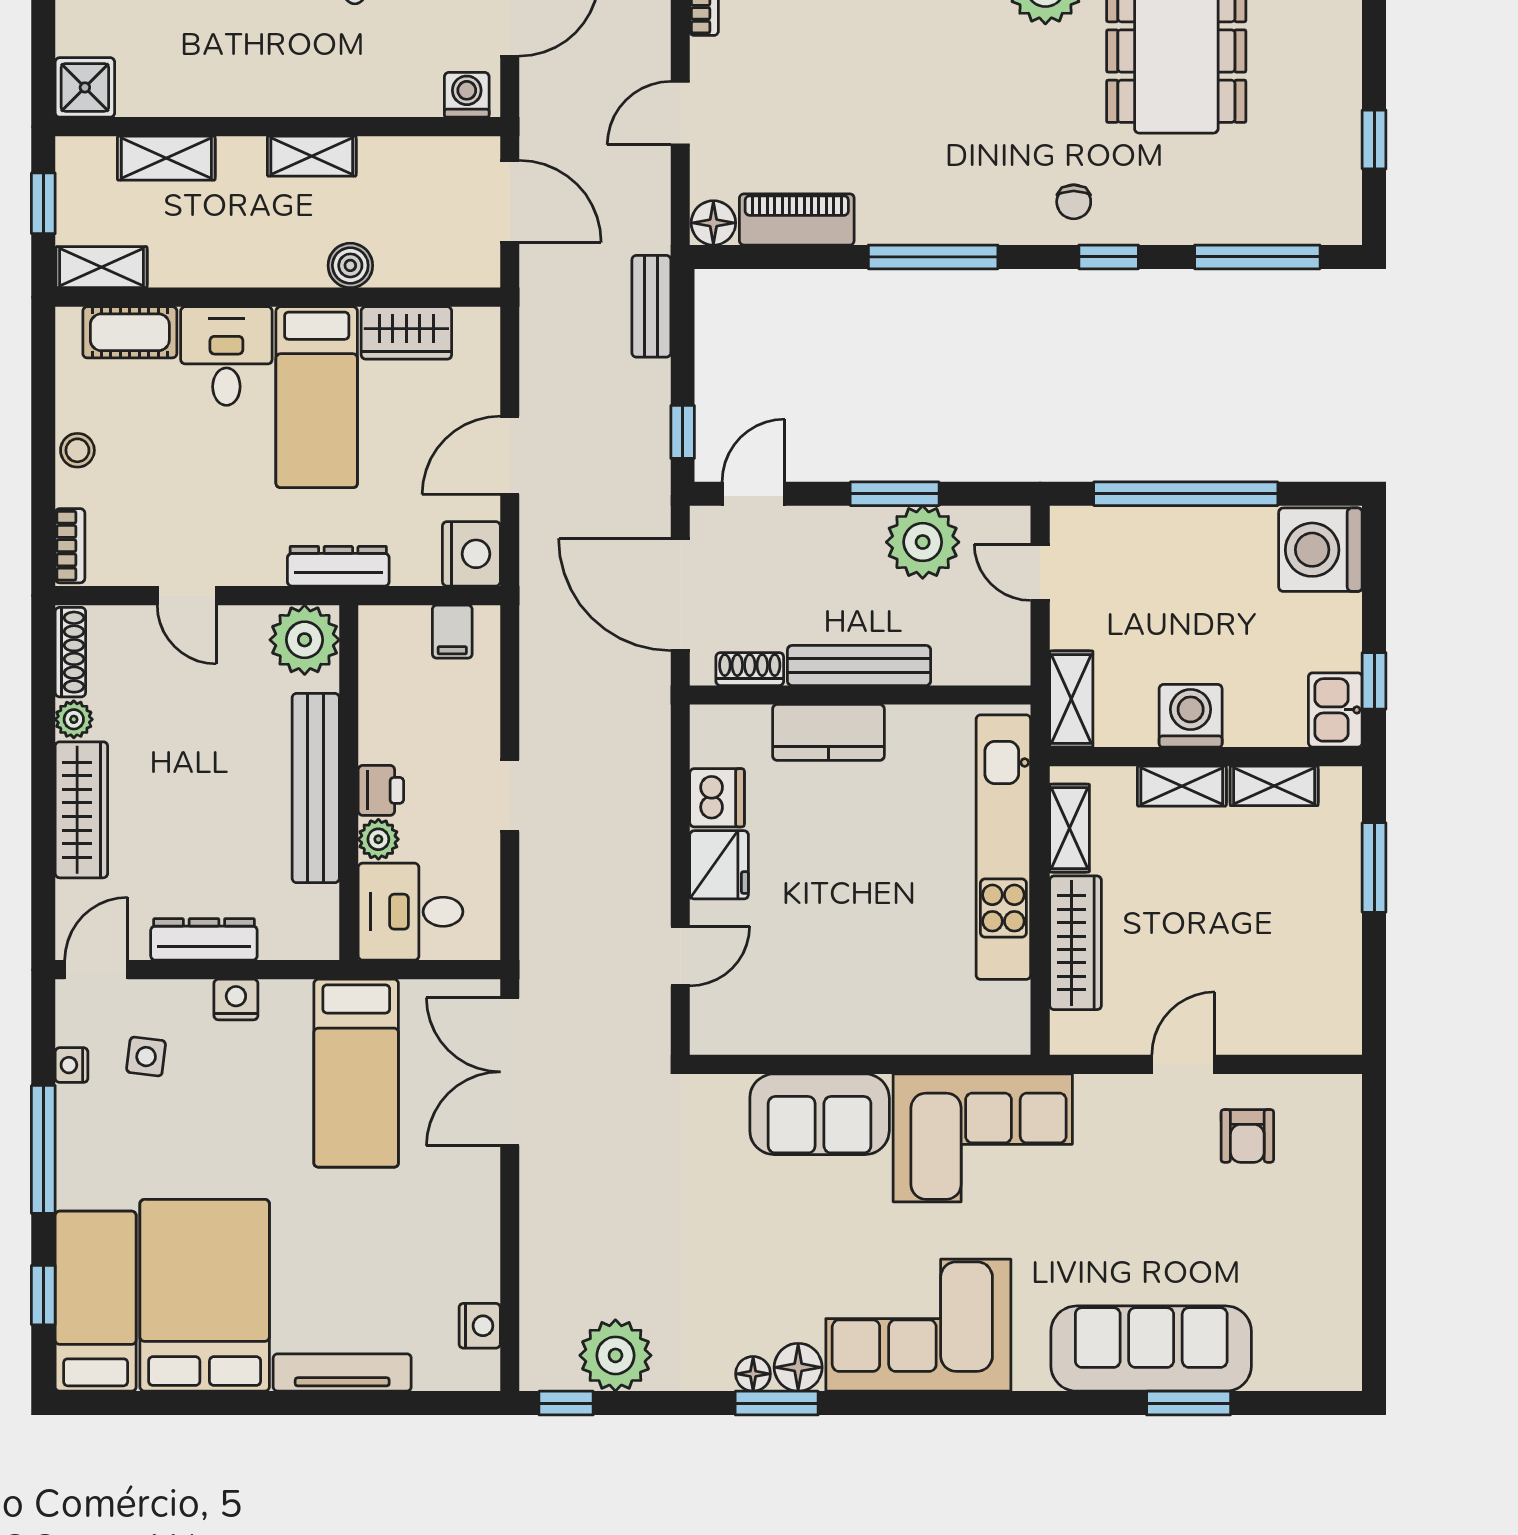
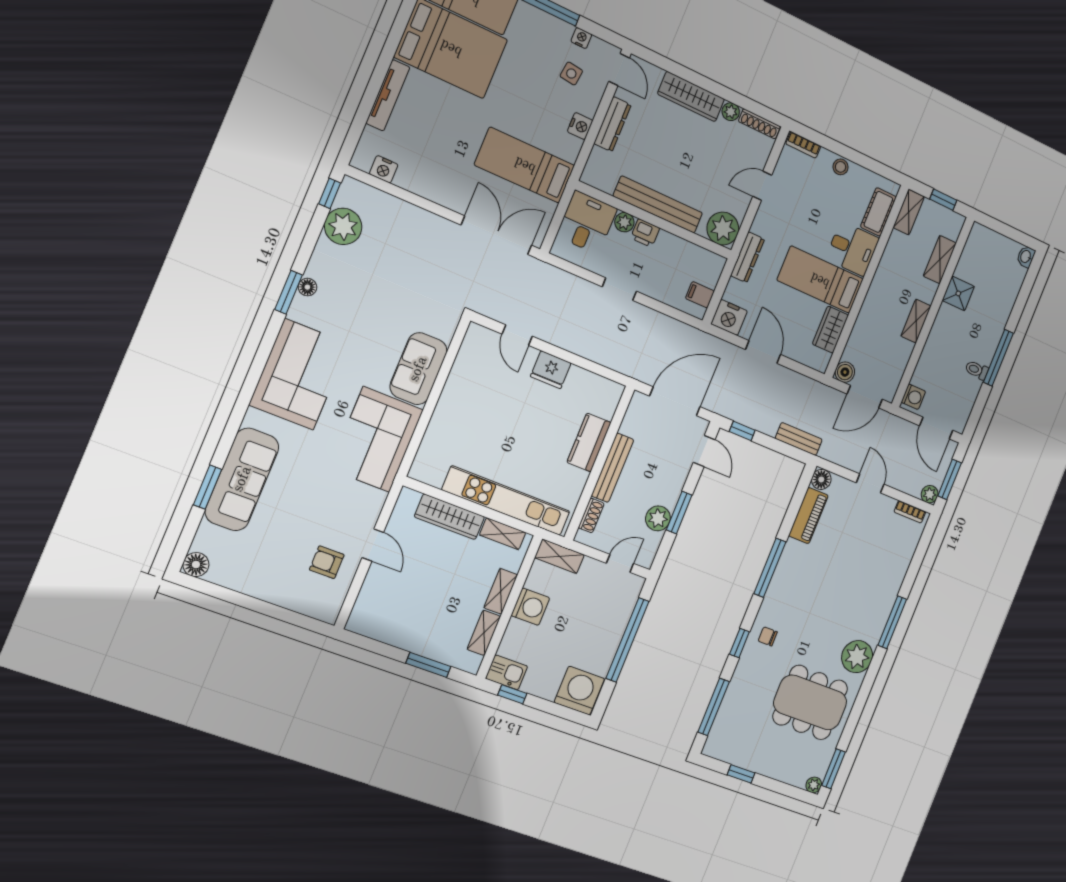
shower: (85, 87) -> (958, 293), moved
boiler: (350, 265) -> (845, 372), moved
plant: (923, 542) -> (658, 518), width x0.73, depth x0.73
shoe rack: (750, 669) -> (591, 515), moved
dishwasher: (717, 798) -> (581, 381), removed
floor lamp: (798, 1367) -> (196, 565), moved

